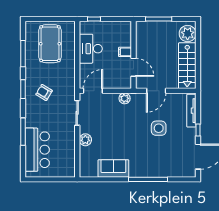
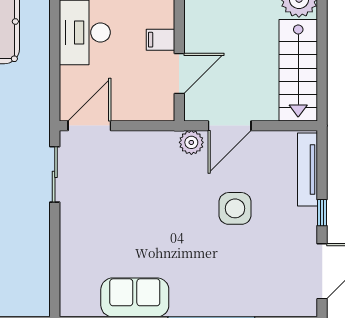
door: (133, 67) -> (179, 74), hinge flipped
plant: (125, 98) -> (191, 142), moved
plant: (85, 140) -> (73, 234), removed

